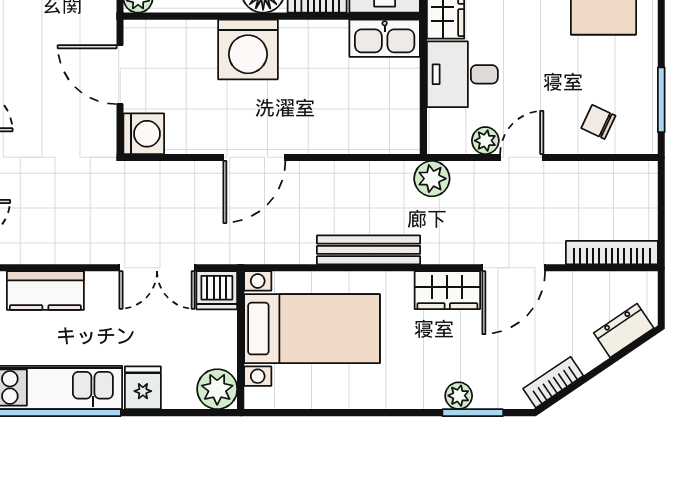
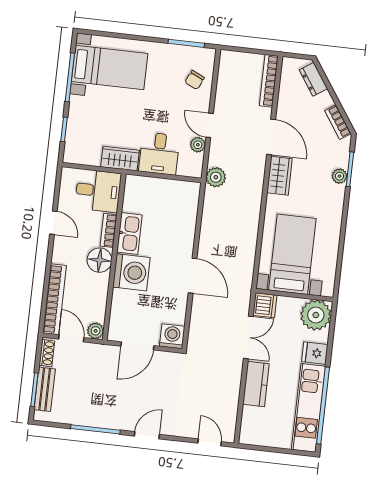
kitchen sink: (385, 38) -> (129, 233), moved
bench: (369, 250) -> (252, 217), removed
kitchen counter: (45, 290) -> (256, 384), moved
plant: (217, 389) -> (316, 315), width x1.36, depth x1.36

